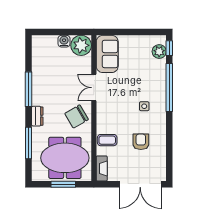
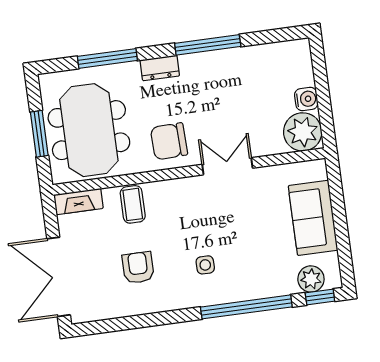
sofa: (107, 54) -> (313, 218), moved, turned 90
chair: (77, 116) -> (169, 141), turned -62
armchair: (141, 142) -> (138, 268), turned -90

